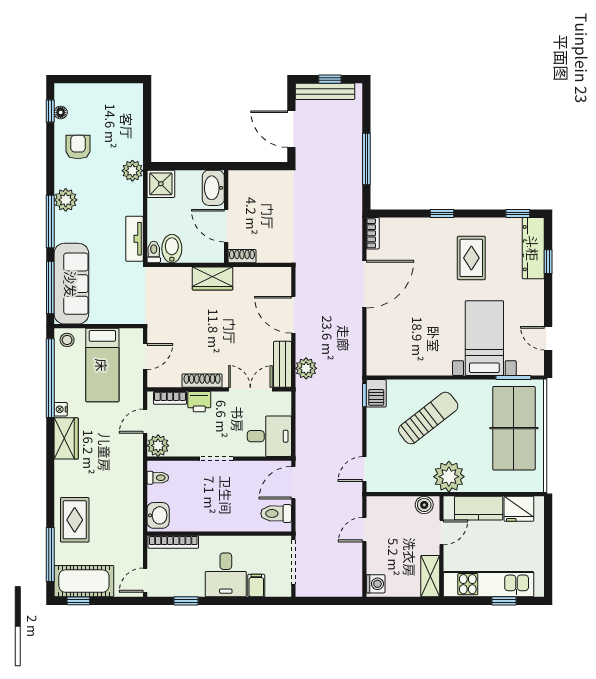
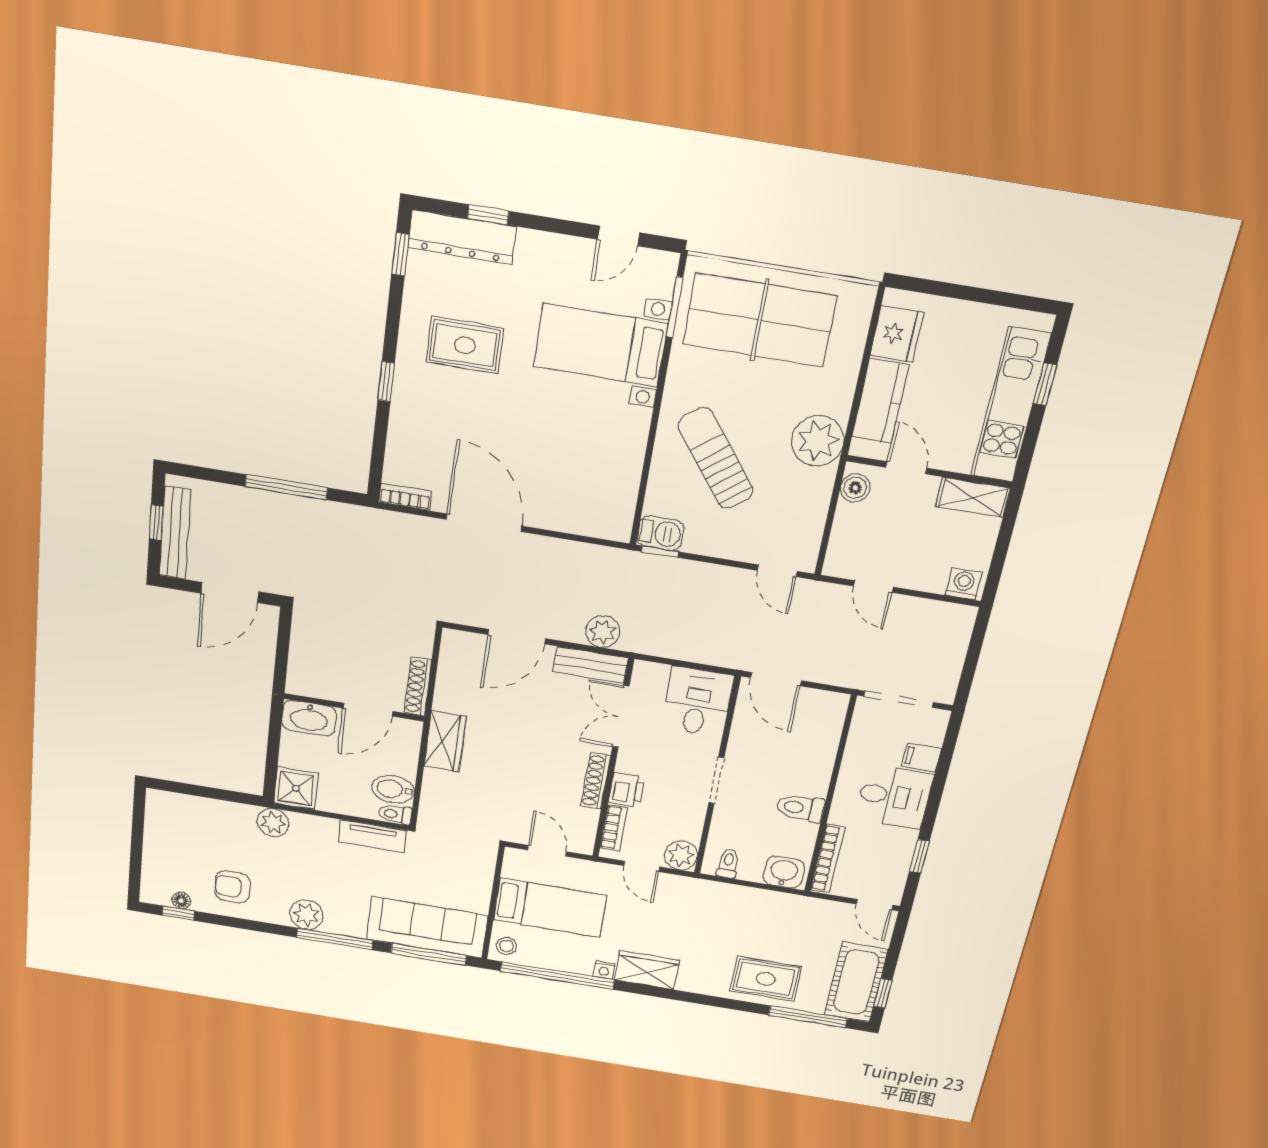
shoe rack: (242, 256) -> (418, 687), width x1.43
toilet: (276, 513) -> (800, 808), moved, turned 90

